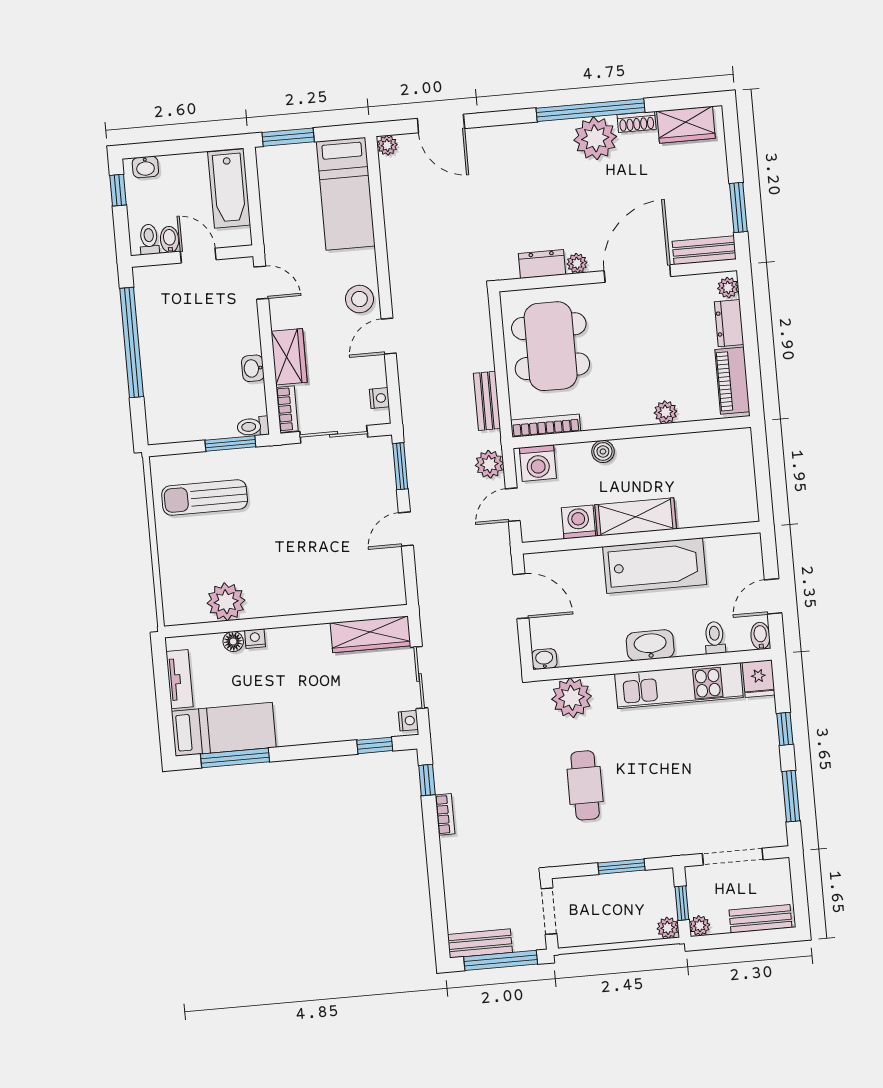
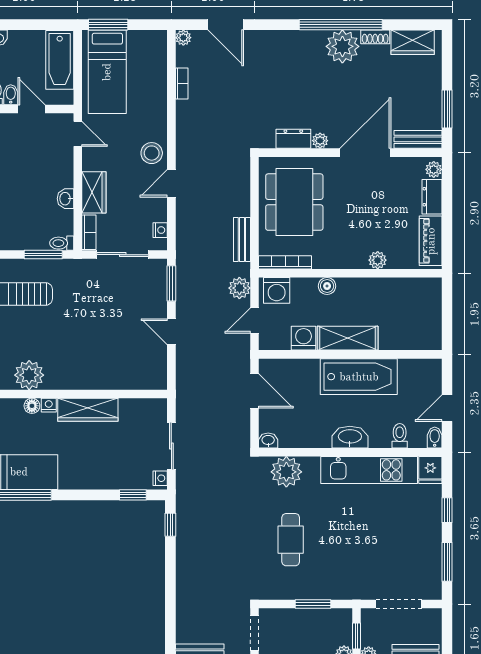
bed: (346, 194) -> (107, 72), moved
door: (406, 529) -> (171, 332), hinge flipped
wardrobe: (370, 634) -> (88, 410), moved
bookcase: (445, 814) -> (182, 84), moved

